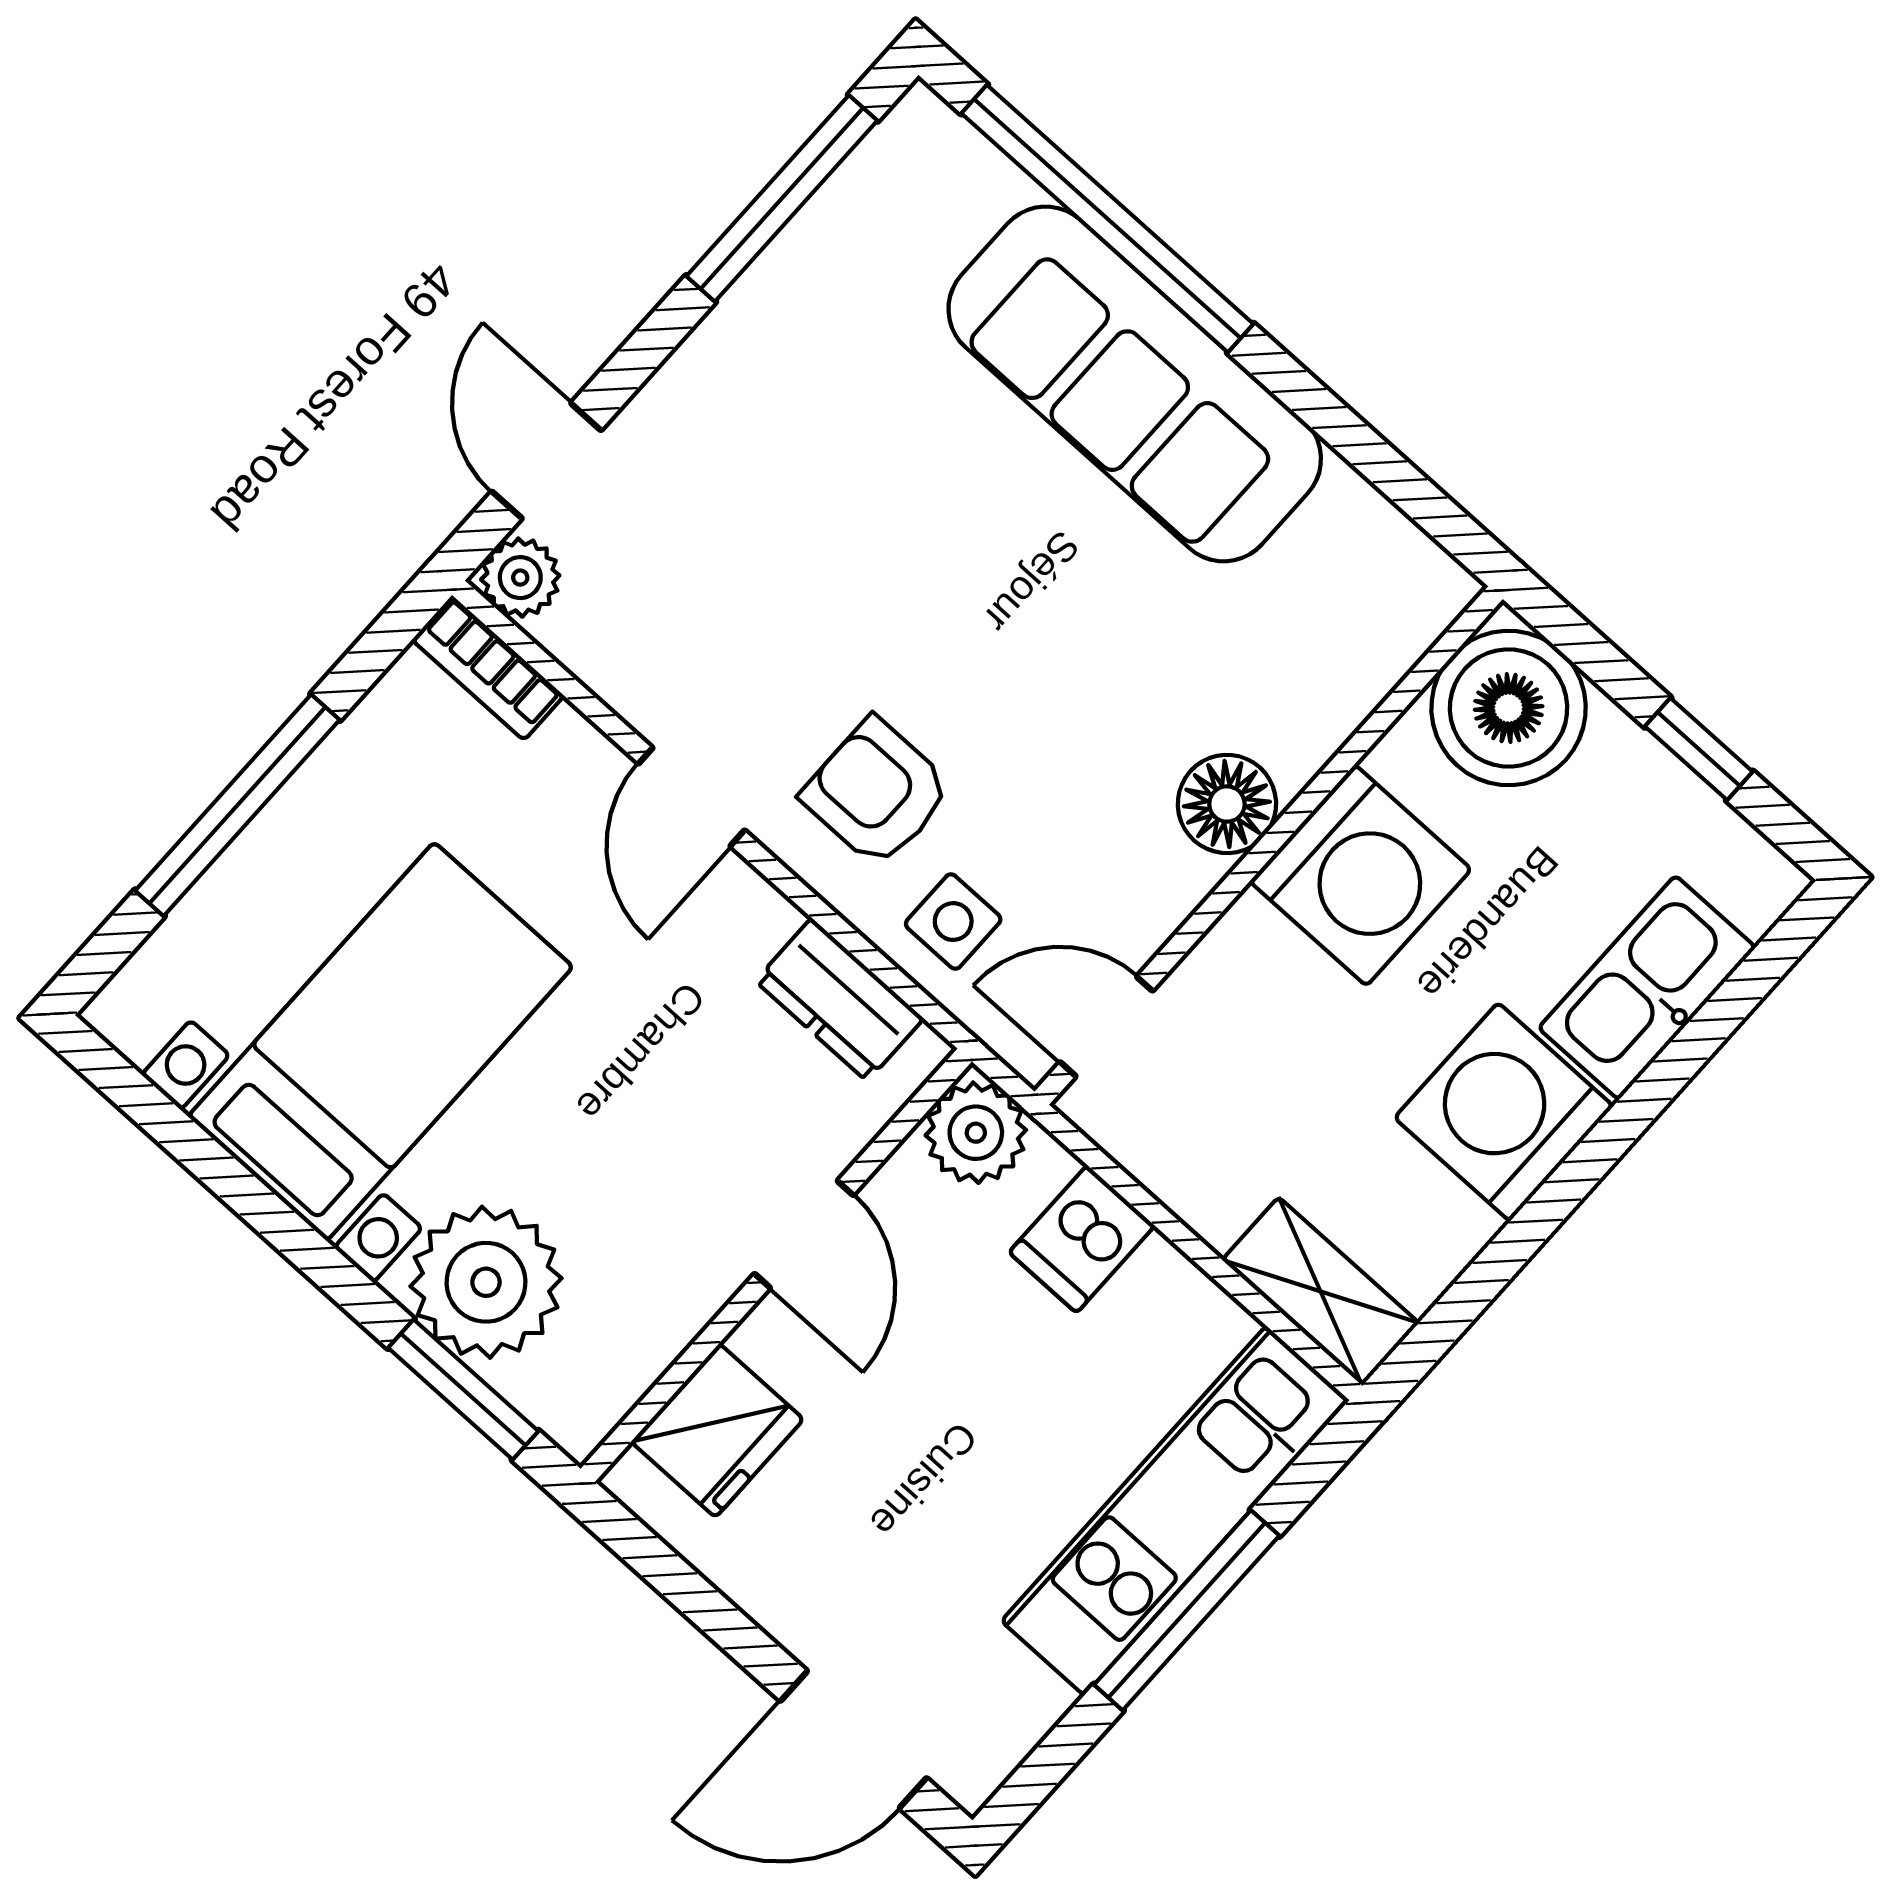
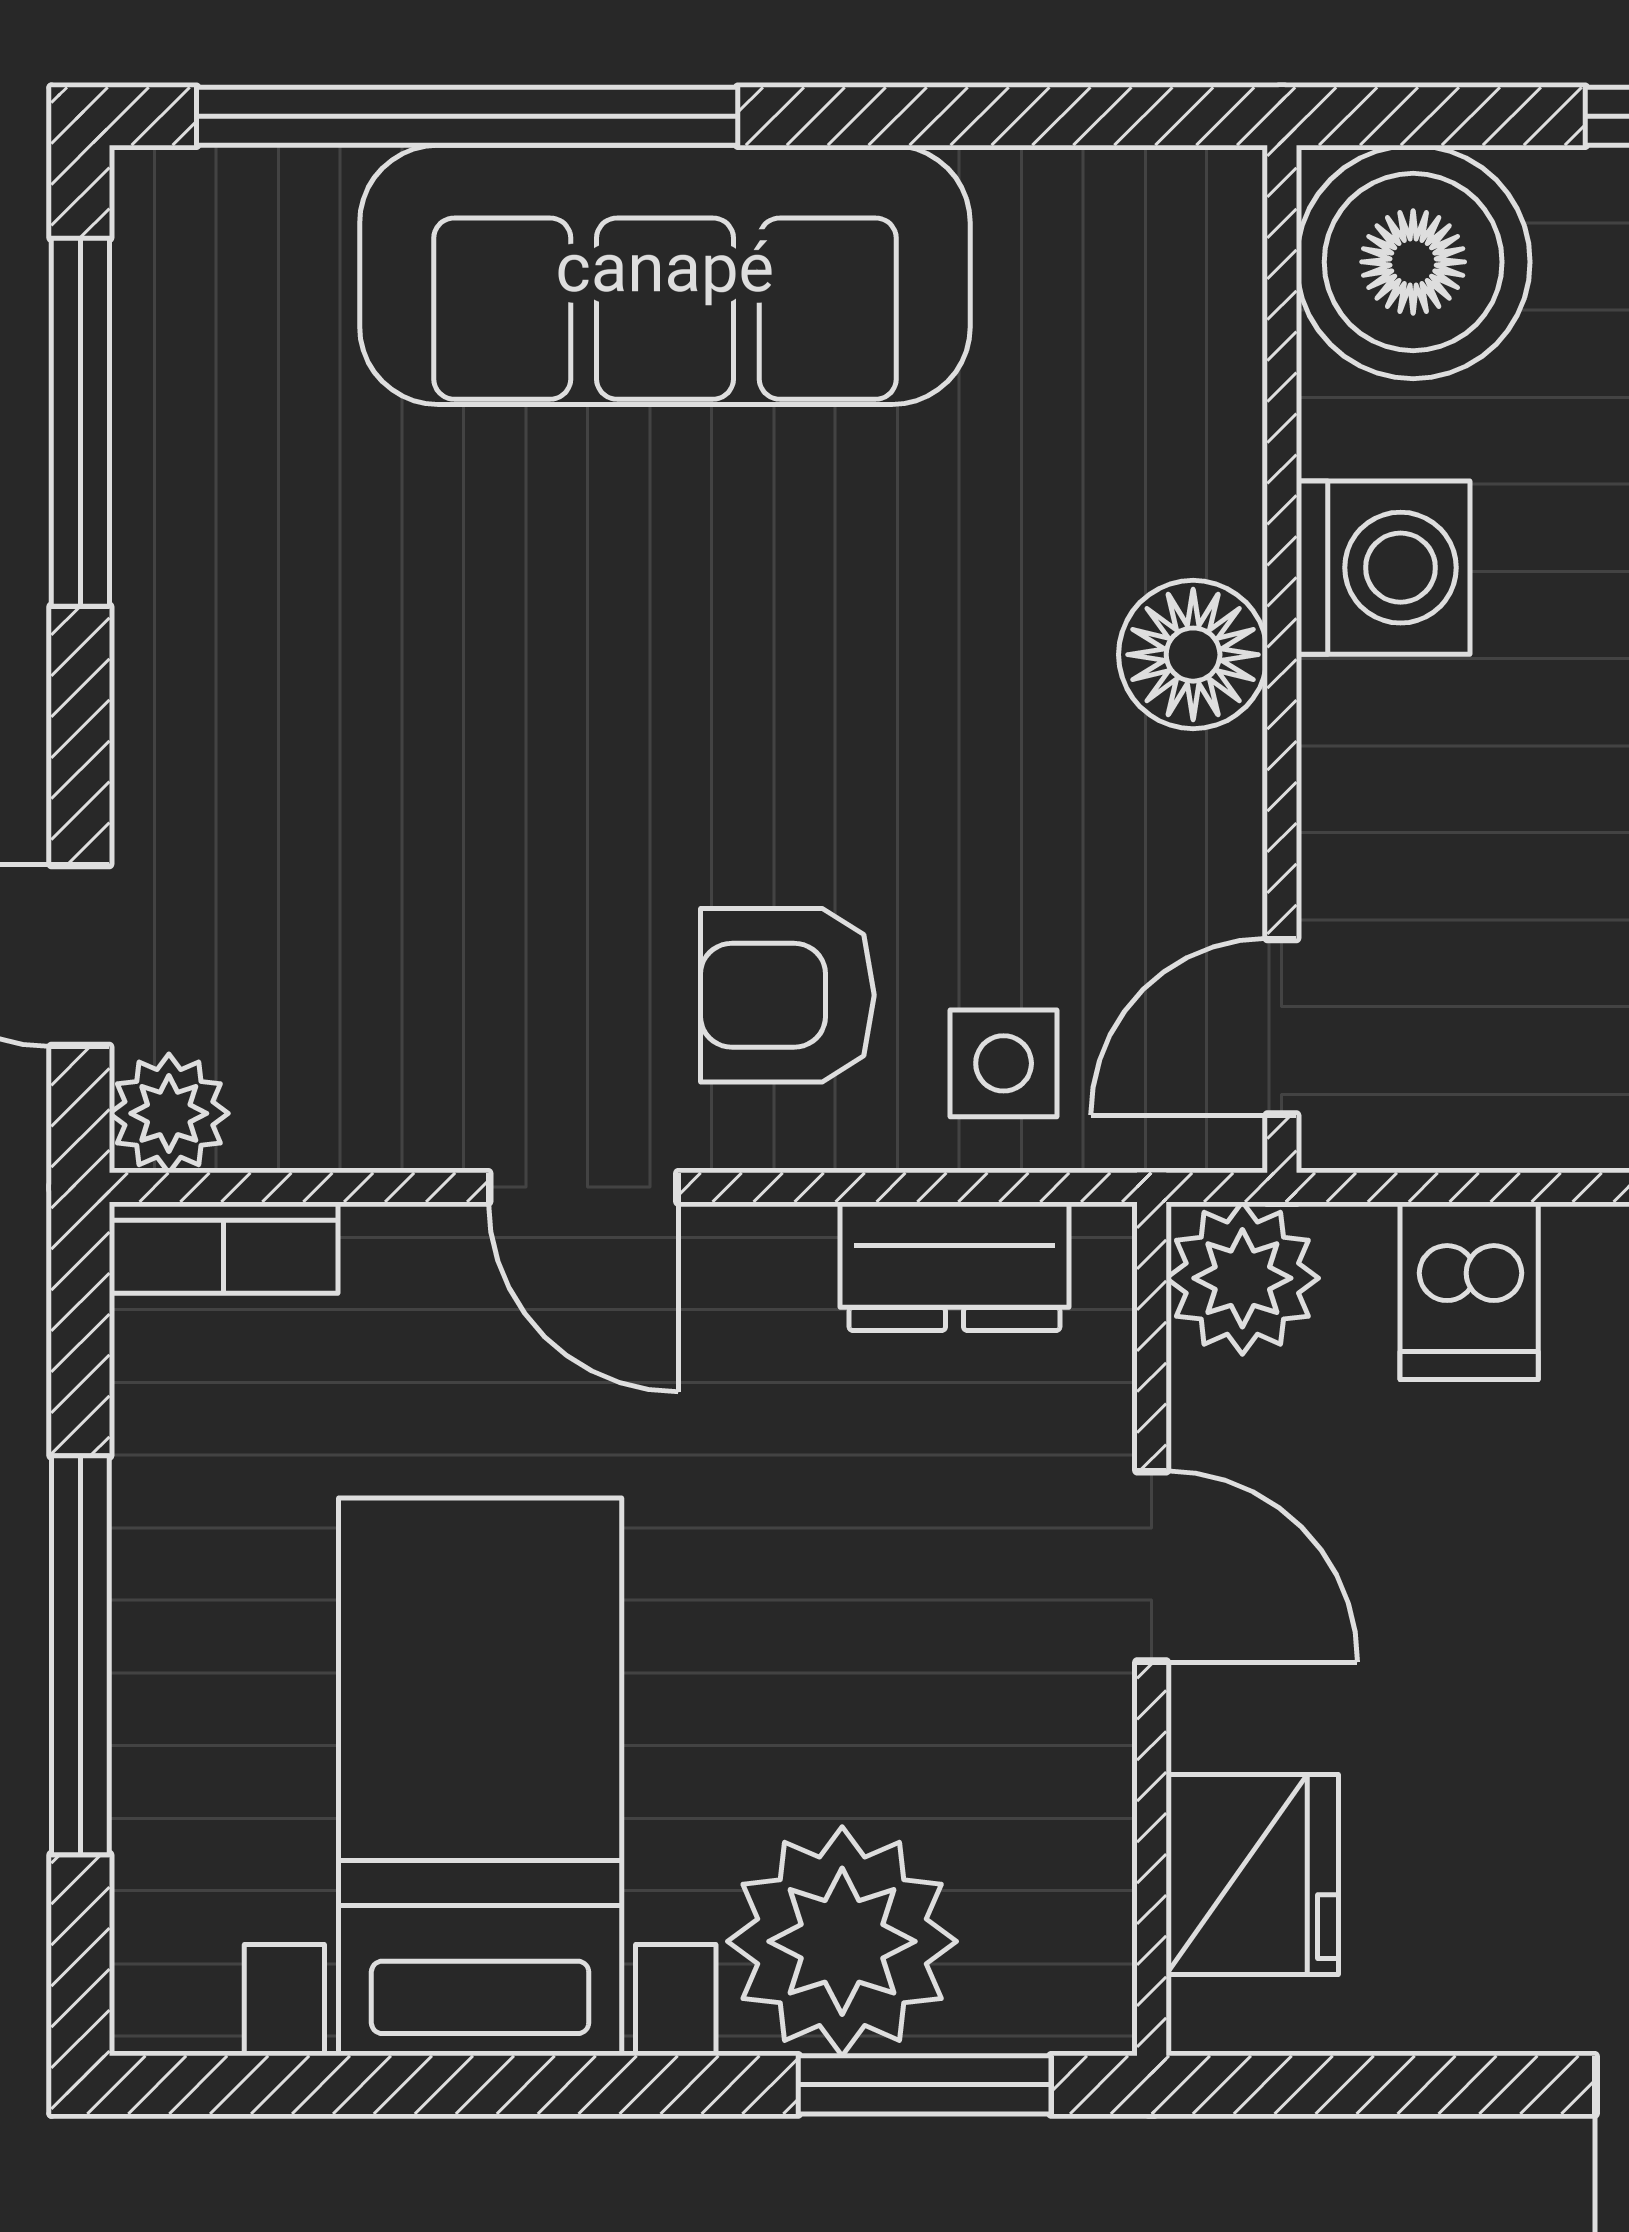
washing machine: (1360, 875) -> (1383, 568), width x0.73, depth x0.73

